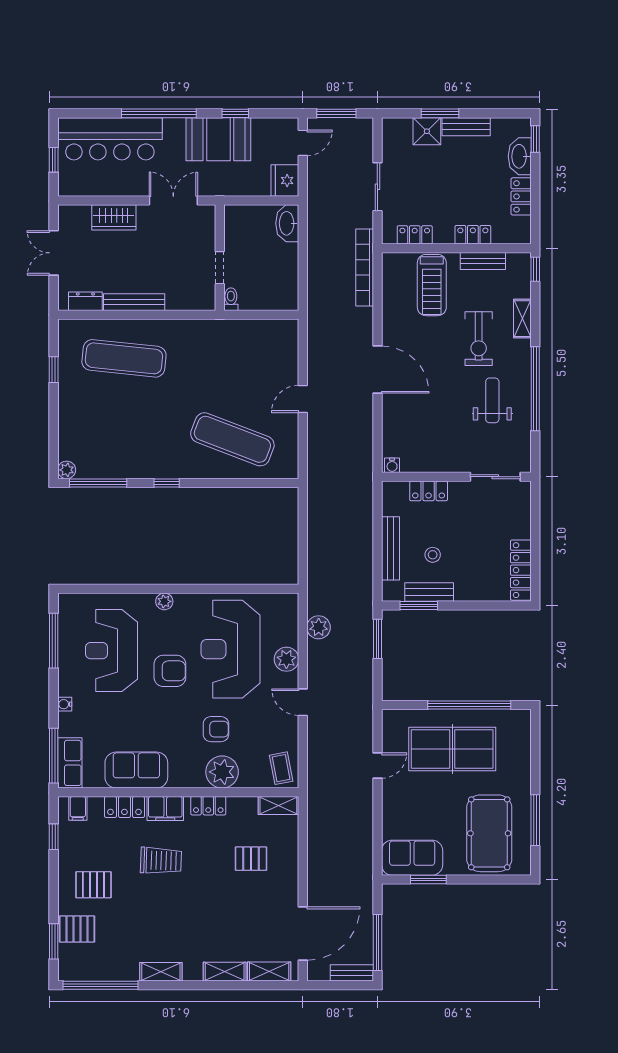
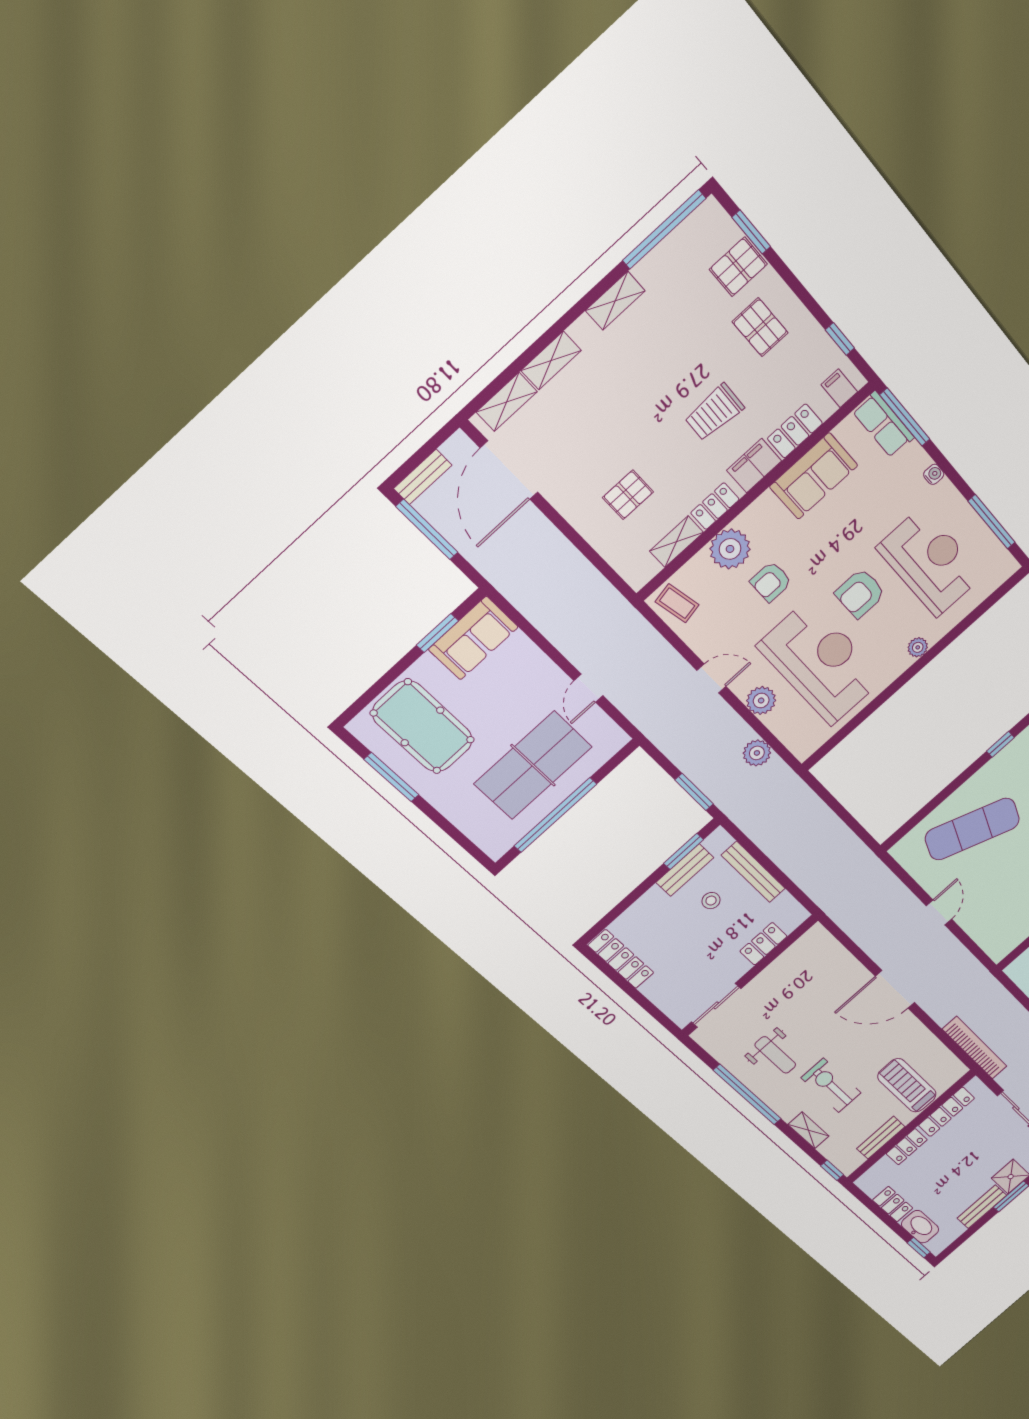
locker: (415, 235) -> (946, 1112), width x1.53
water cooler: (392, 465) -> (814, 934), removed
shelving: (278, 805) -> (677, 542), moved
pallet: (93, 885) -> (760, 327), turned 90

